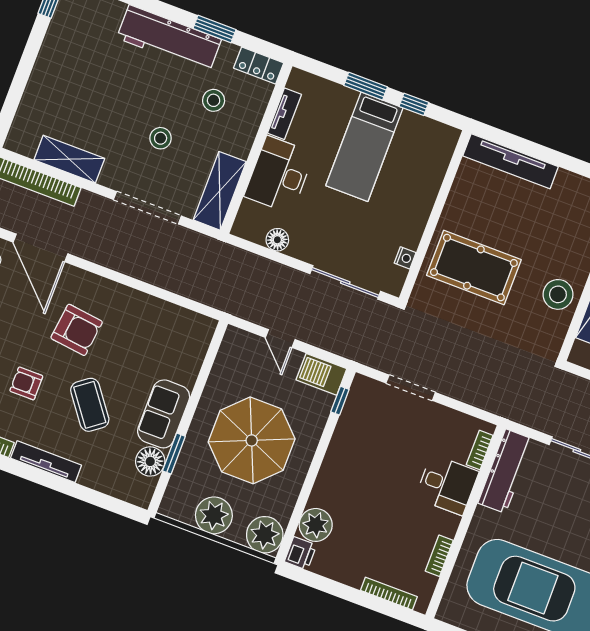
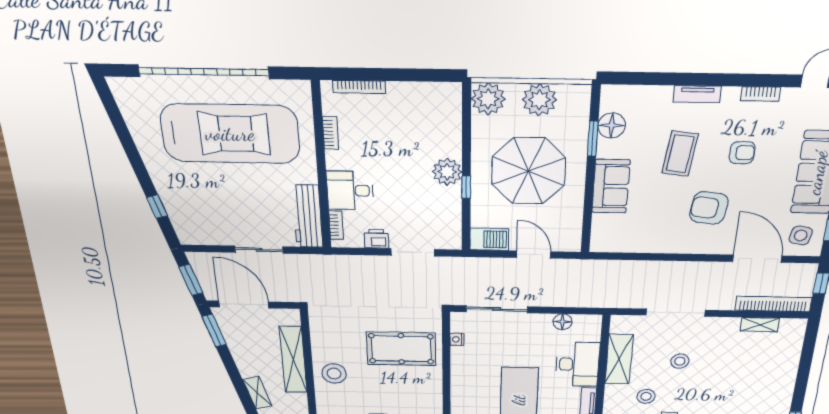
shelving: (69, 159) -> (760, 325), width x0.67, depth x0.75
shelving: (220, 191) -> (619, 359), moved
stool: (558, 294) -> (334, 374), moved
door: (280, 338) -> (534, 255), width x1.38
window: (340, 401) -> (466, 187), moved
coffee table: (90, 405) -> (680, 154), turned 44
sofa: (164, 414) -> (611, 186), moved
tv unit: (46, 462) -> (697, 94), width x0.71
plant: (316, 525) -> (447, 172), moved
printer: (300, 553) -> (376, 239), moved, turned 90

